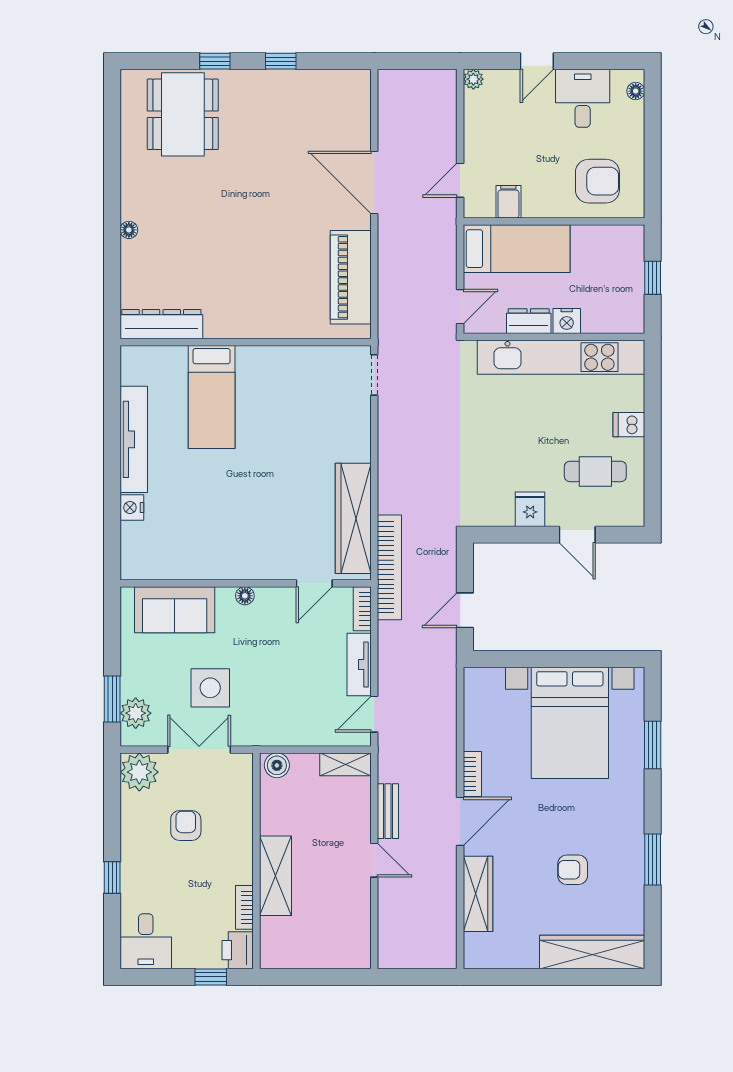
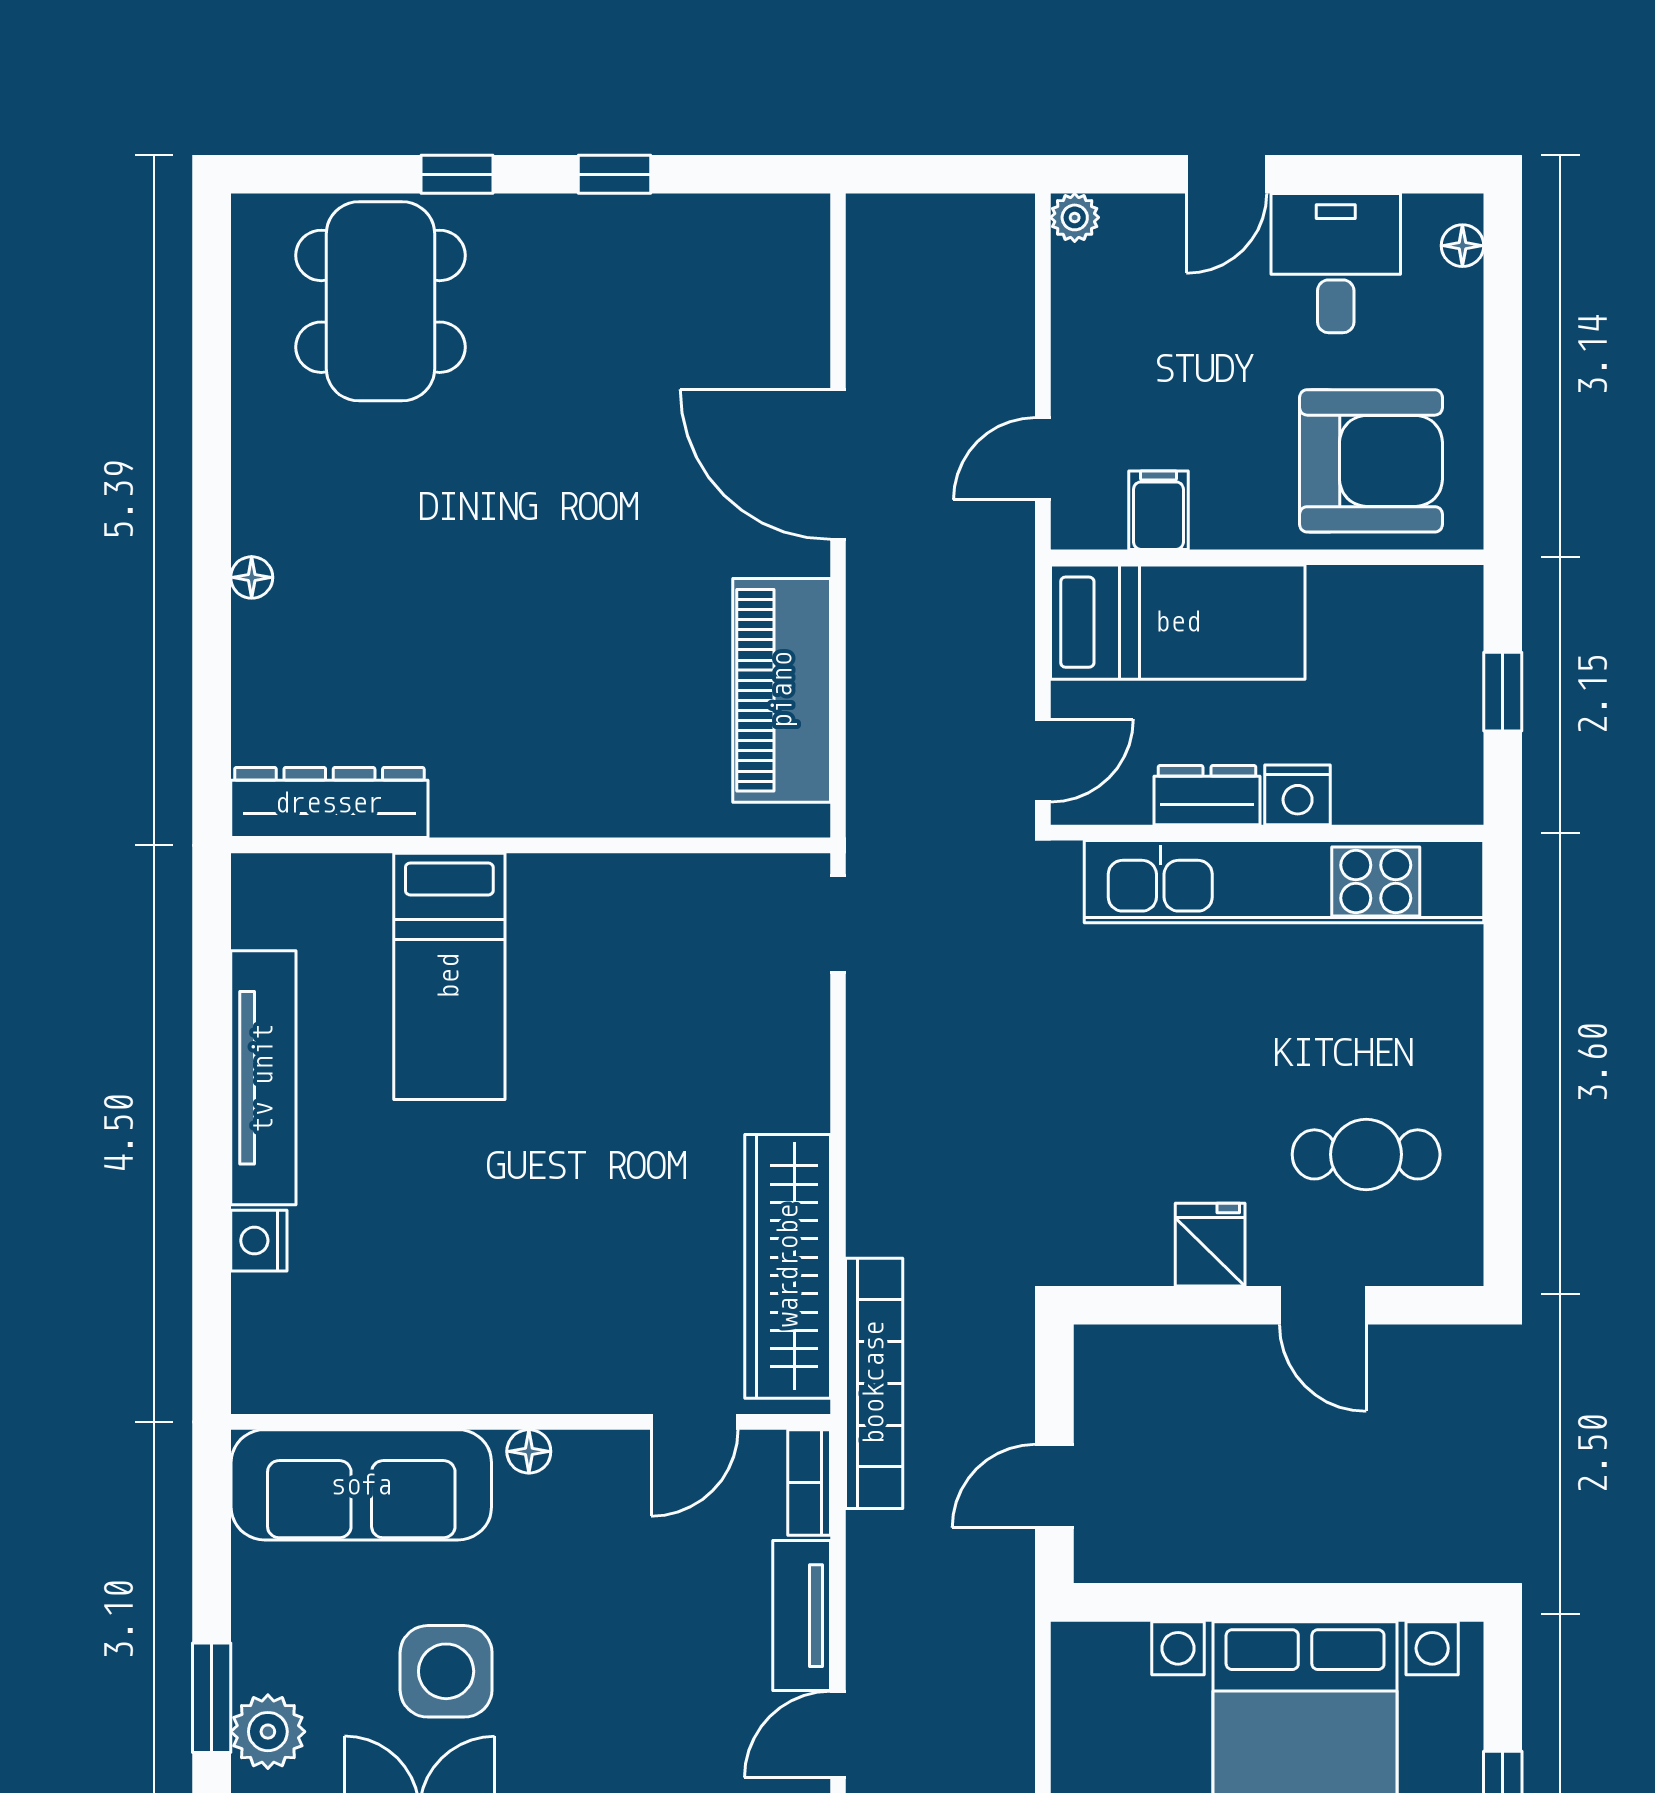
armchair: (597, 181) -> (1371, 461), width x1.36, depth x1.36
dishwasher: (629, 425) -> (1446, 1043), removed
sofa: (175, 610) -> (361, 1485), width x1.36

